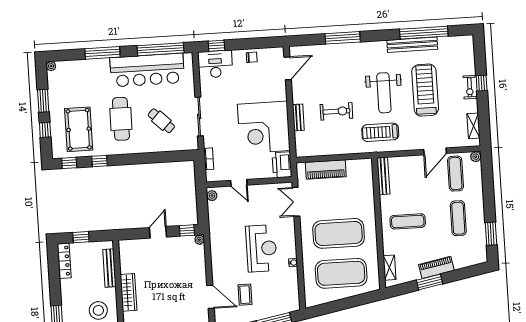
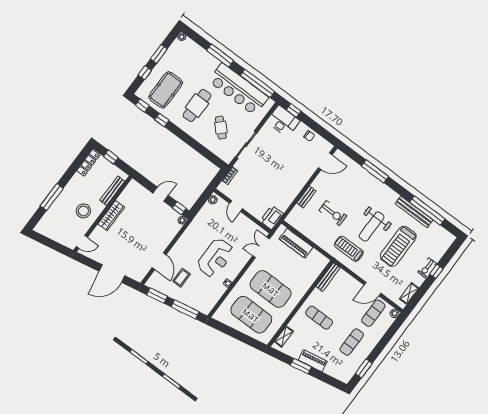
treadmill: (425, 90) -> (398, 246), turned 180
corner desk: (264, 127) -> (280, 185), removed

